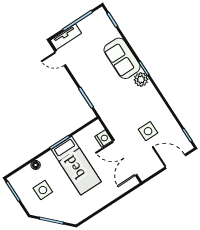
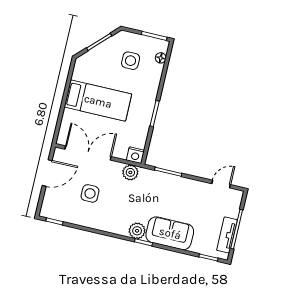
tv unit: (66, 37) -> (227, 235), moved
plant: (110, 120) -> (130, 172), added
nightstand: (103, 139) -> (135, 155), moved
door: (175, 161) -> (47, 173), moved
floor lamp: (36, 165) -> (161, 58), moved
bed: (76, 166) -> (98, 101), moved, turned 180

